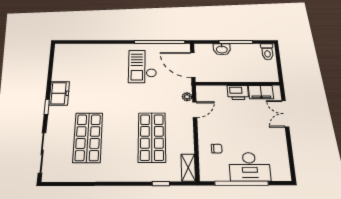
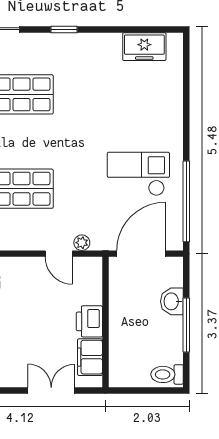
freezer: (59, 93) -> (144, 47), moved

